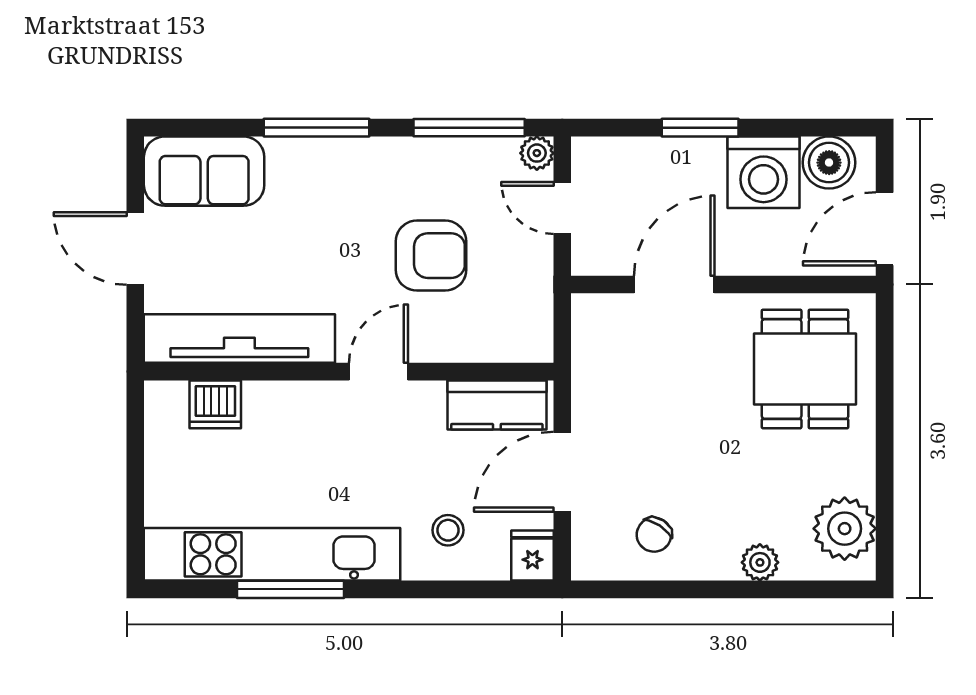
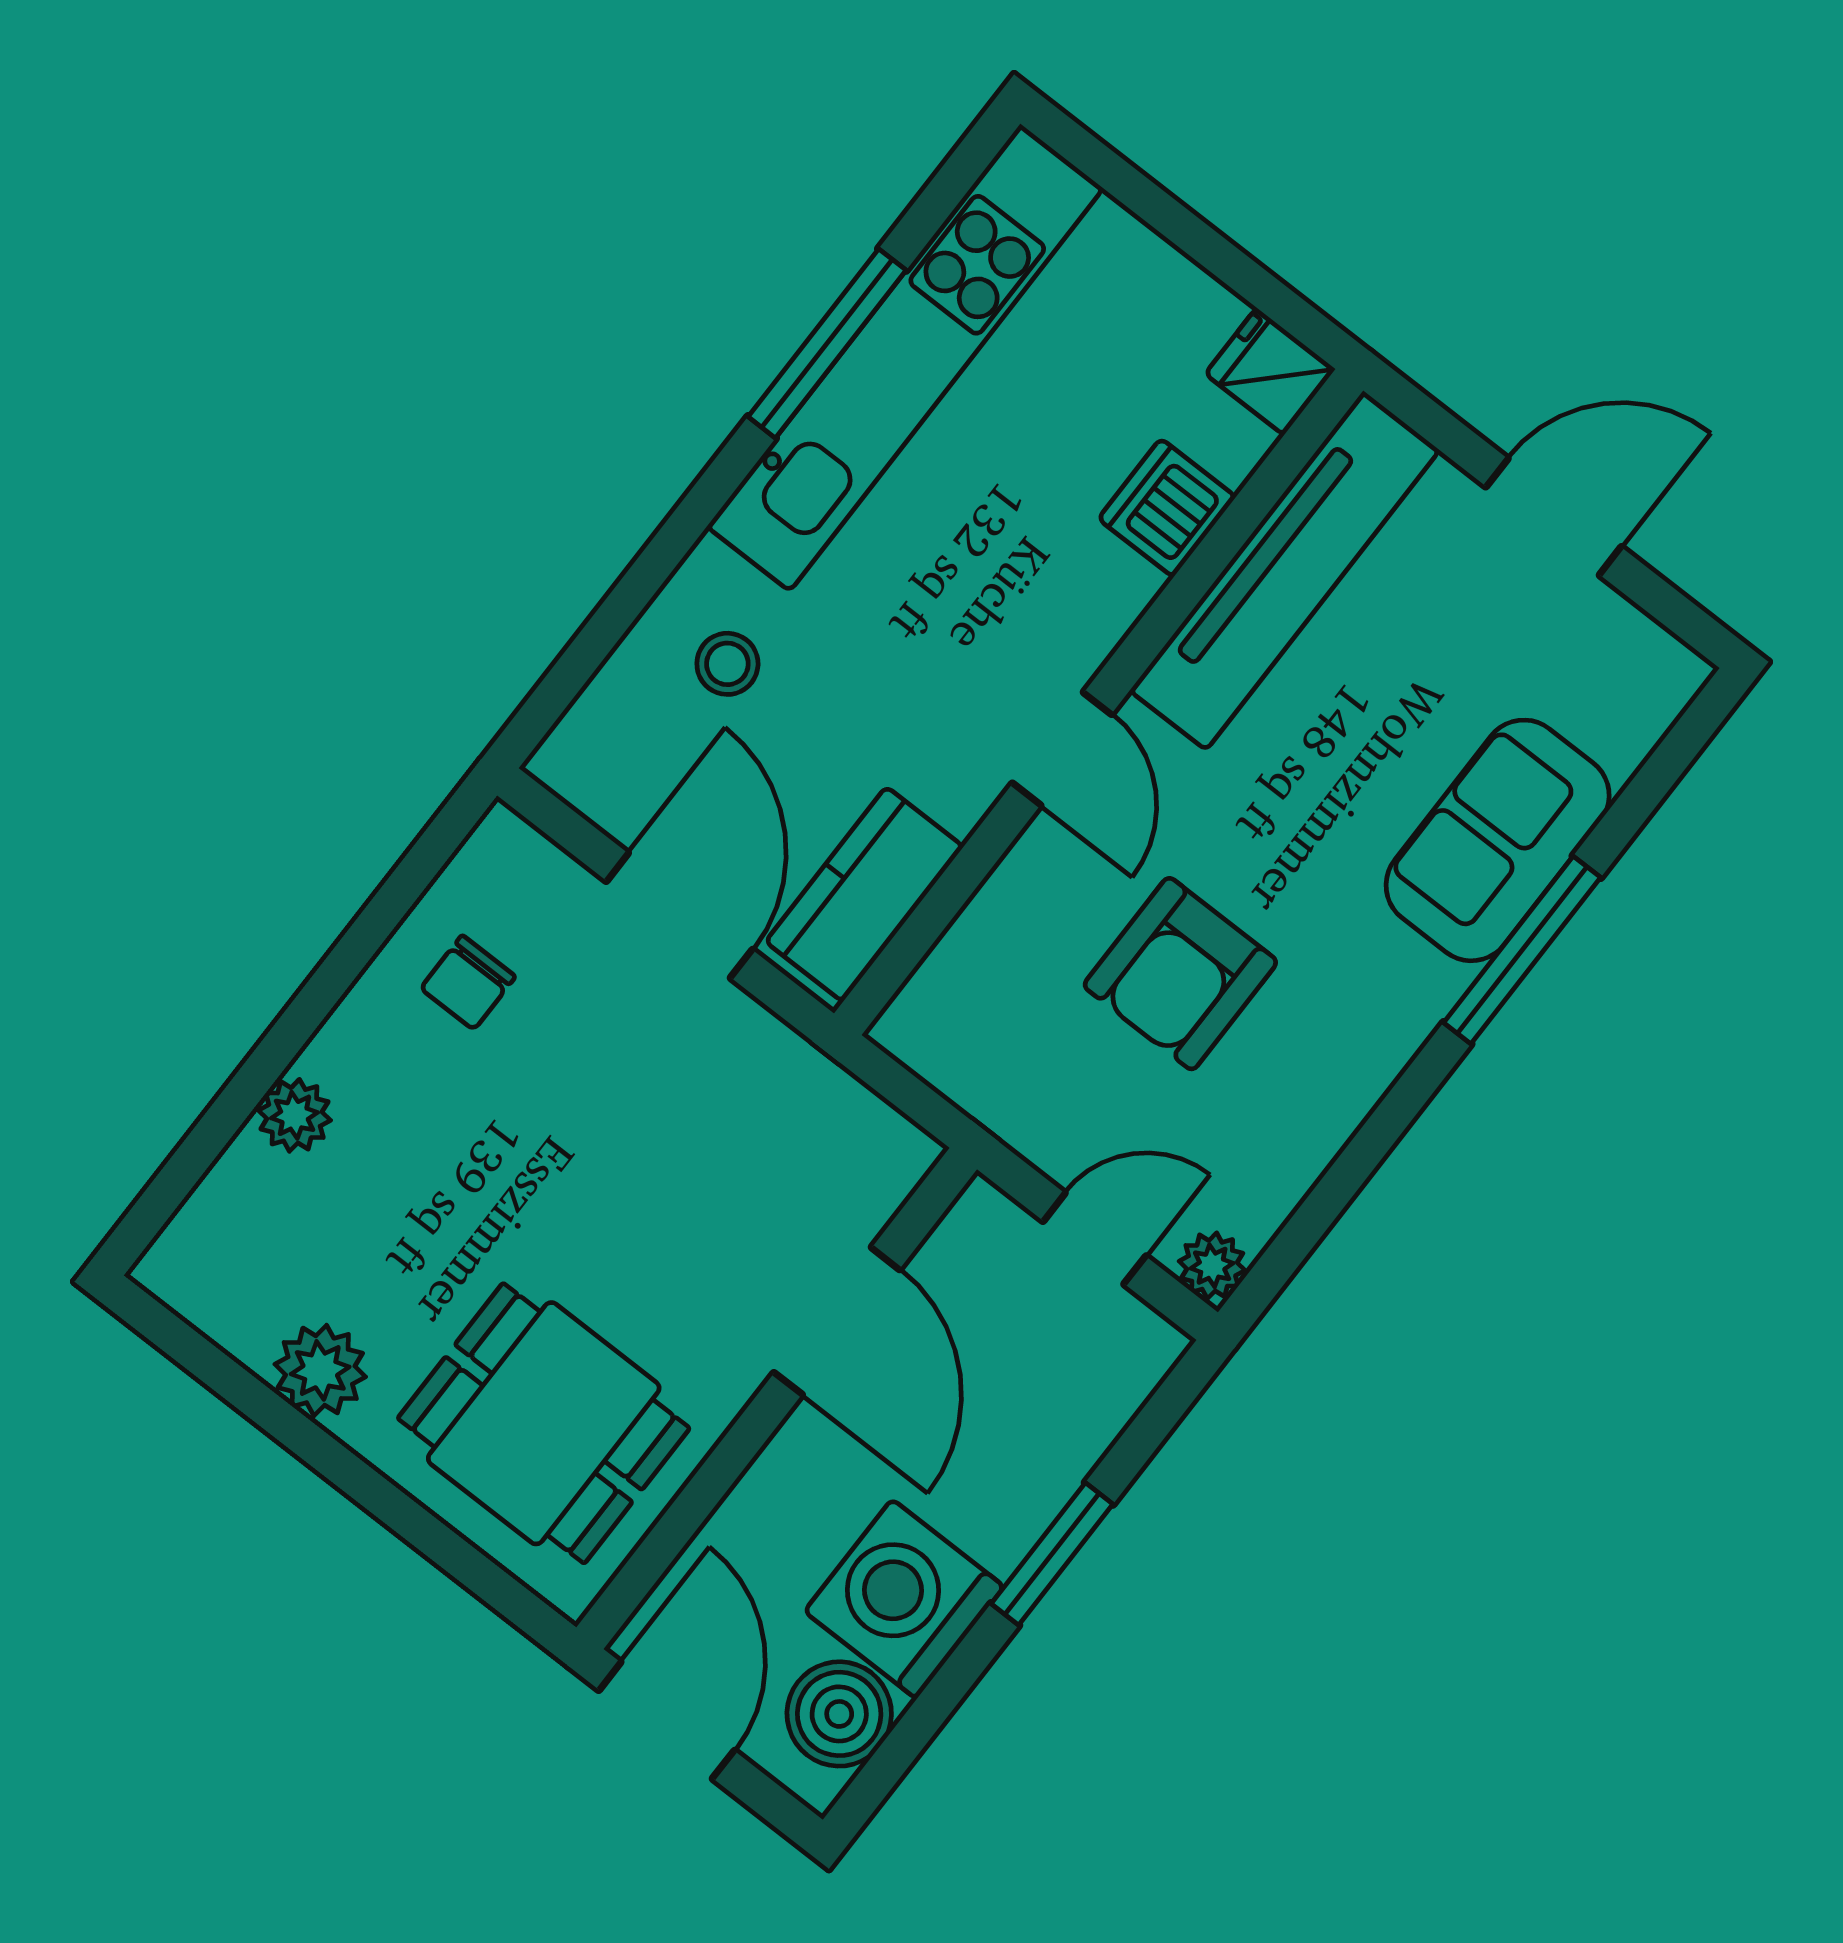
window: (469, 128) -> (1335, 1190), removed
sofa: (204, 171) -> (1498, 840), moved
dishwasher: (215, 404) -> (1167, 508), moved
plant: (845, 529) -> (320, 1370), moved, width x0.73, depth x0.73
chair: (654, 535) -> (468, 982), turned -123
fridge: (532, 556) -> (1270, 371), moved, turned 180

